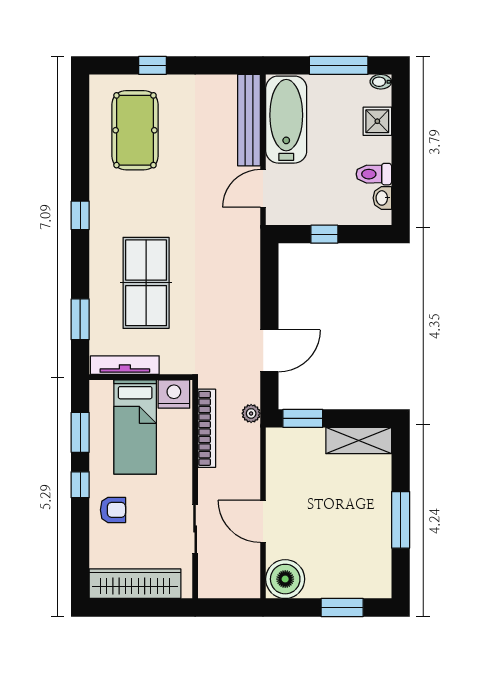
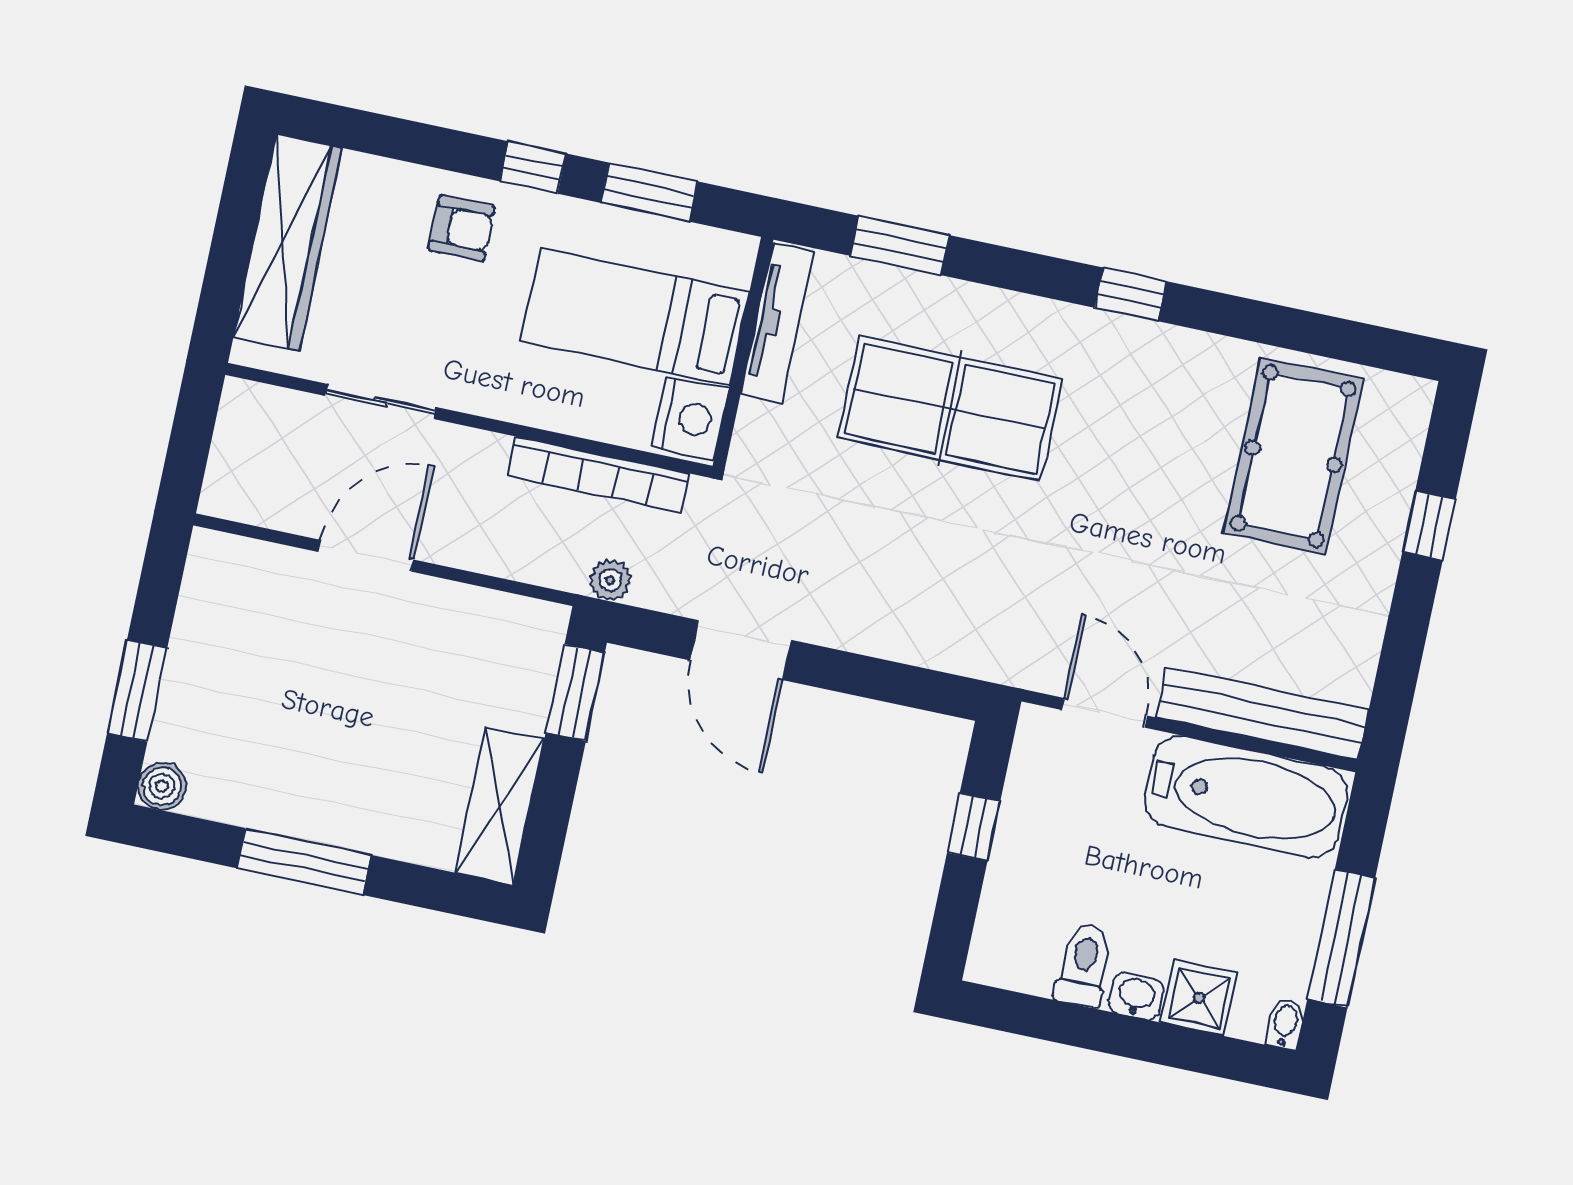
pool table: (135, 130) -> (1293, 456), turned 90
washbasin: (382, 198) -> (1136, 996), moved
armchair: (113, 510) -> (462, 228), turned -90
boiler: (285, 579) -> (162, 786), moved, width x0.54, depth x0.54

